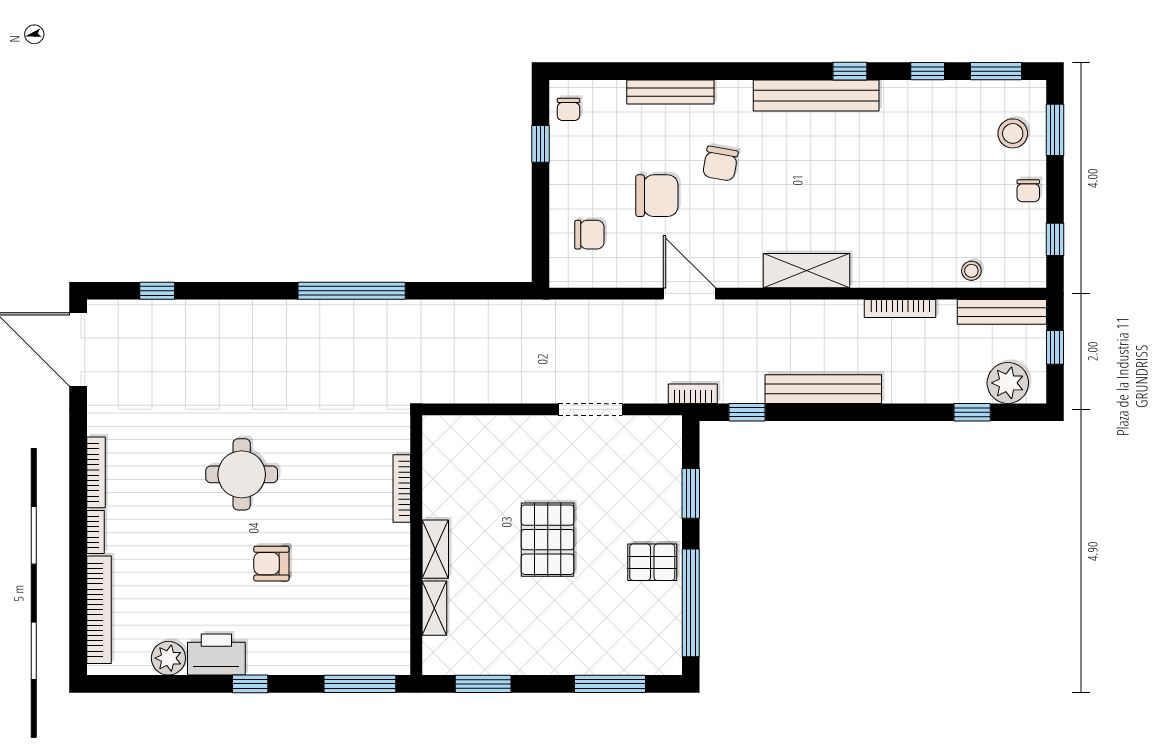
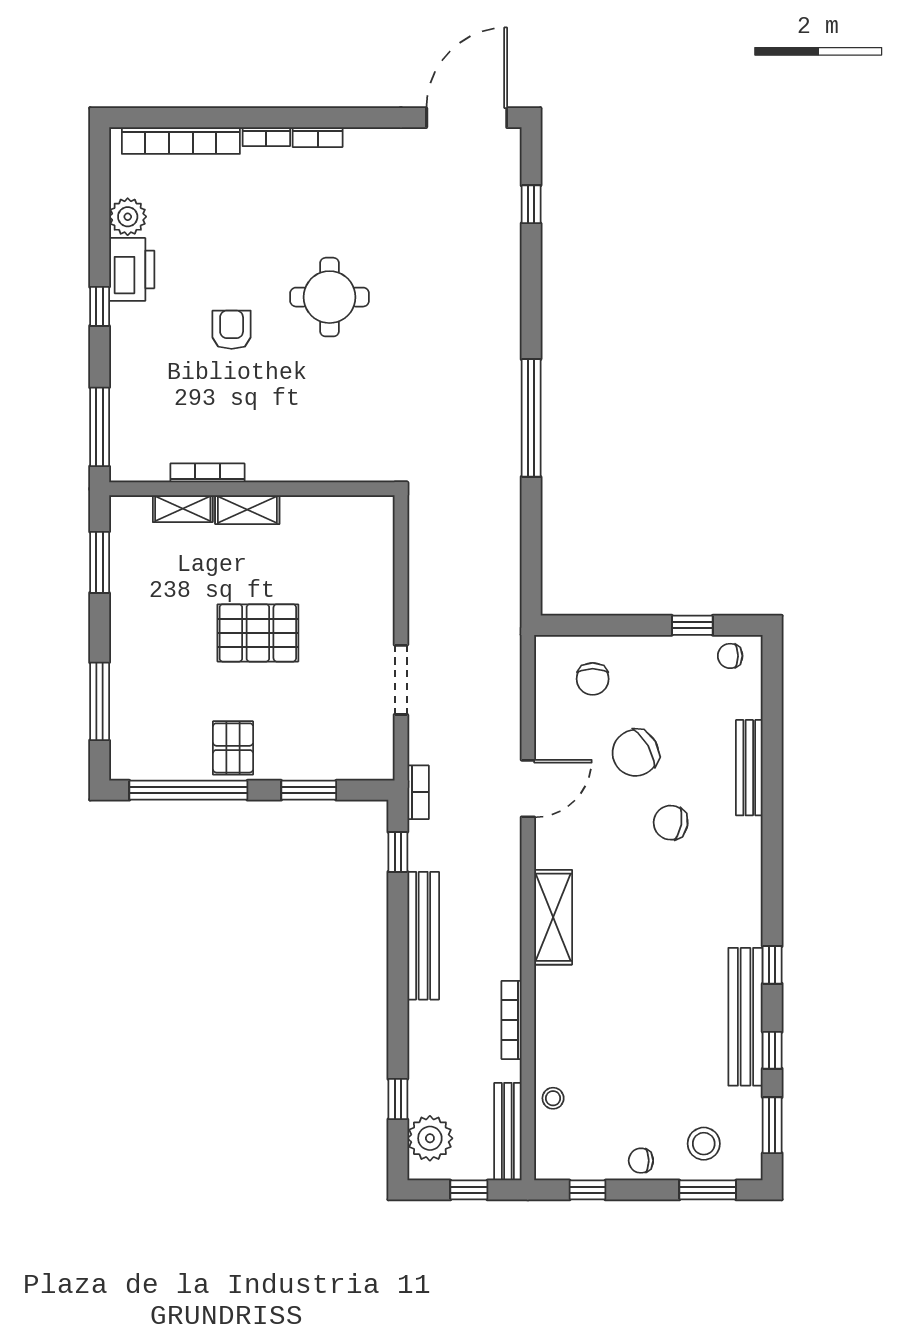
bench: (816, 95) -> (745, 1017), moved
chair: (657, 196) -> (635, 753), turned 60
bookcase: (96, 472) -> (318, 137), width x0.64
bookcase: (402, 489) -> (207, 473), moved

